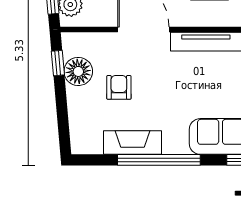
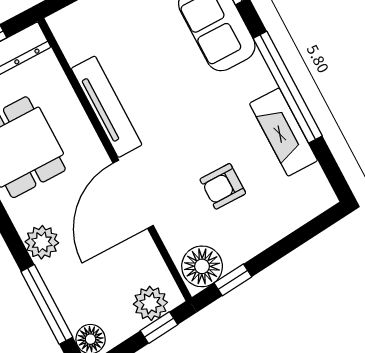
floor lamp: (78, 71) -> (202, 266), moved

